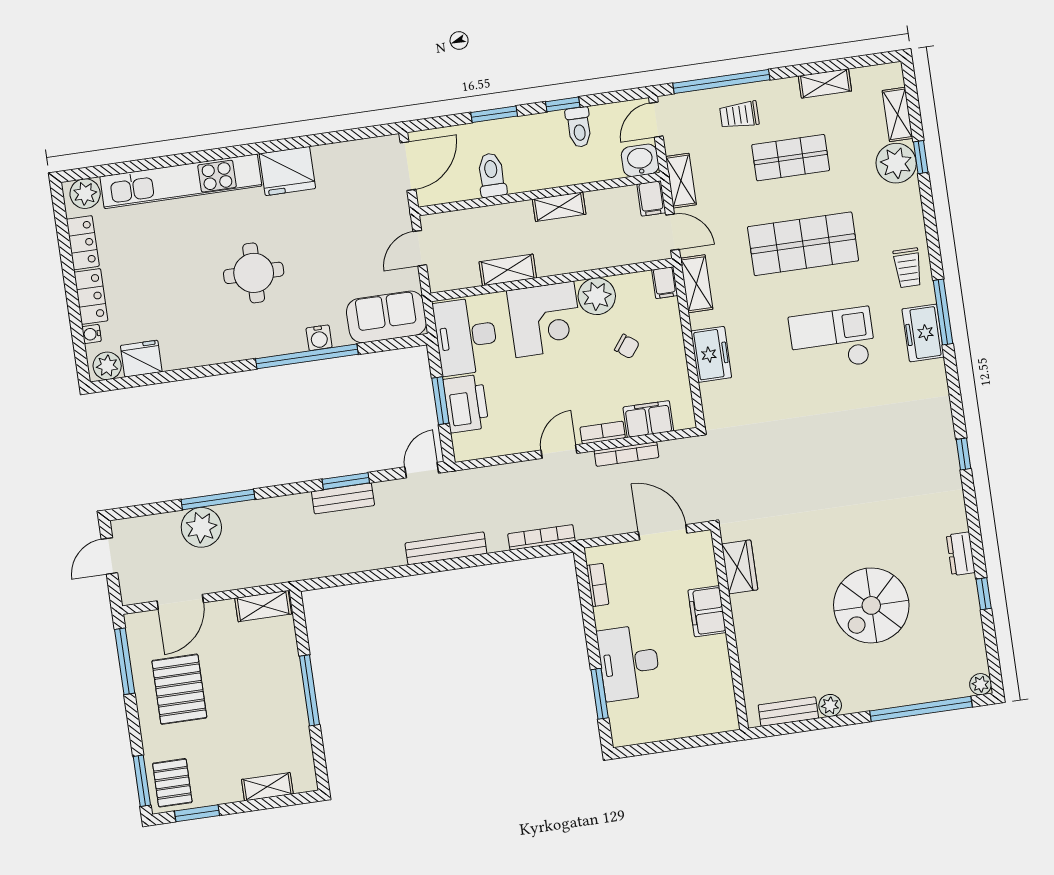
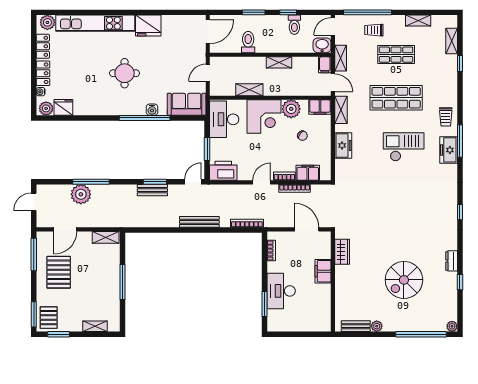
plant: (896, 163) -> (447, 65), removed
filing cabinet: (665, 283) -> (320, 107), width x2.00
printer: (466, 403) -> (223, 171), moved, turned -90

